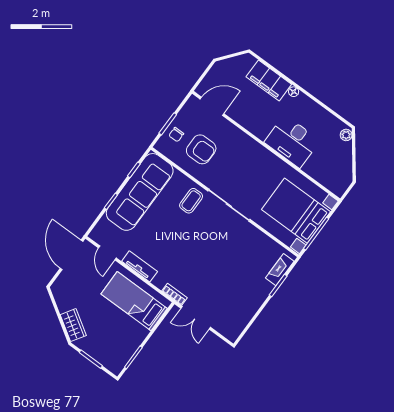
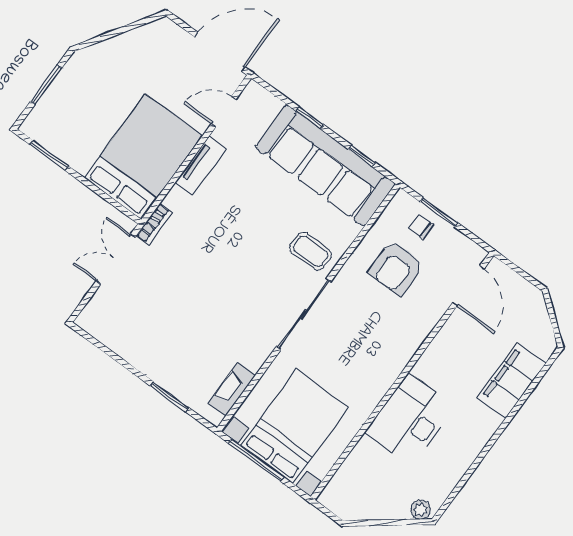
floor lamp: (294, 92) -> (493, 422), removed
fireplace: (280, 270) -> (232, 389), moved, turned -90
bed: (134, 301) -> (143, 157), width x1.50
wardrobe: (73, 325) -> (103, 55), removed

